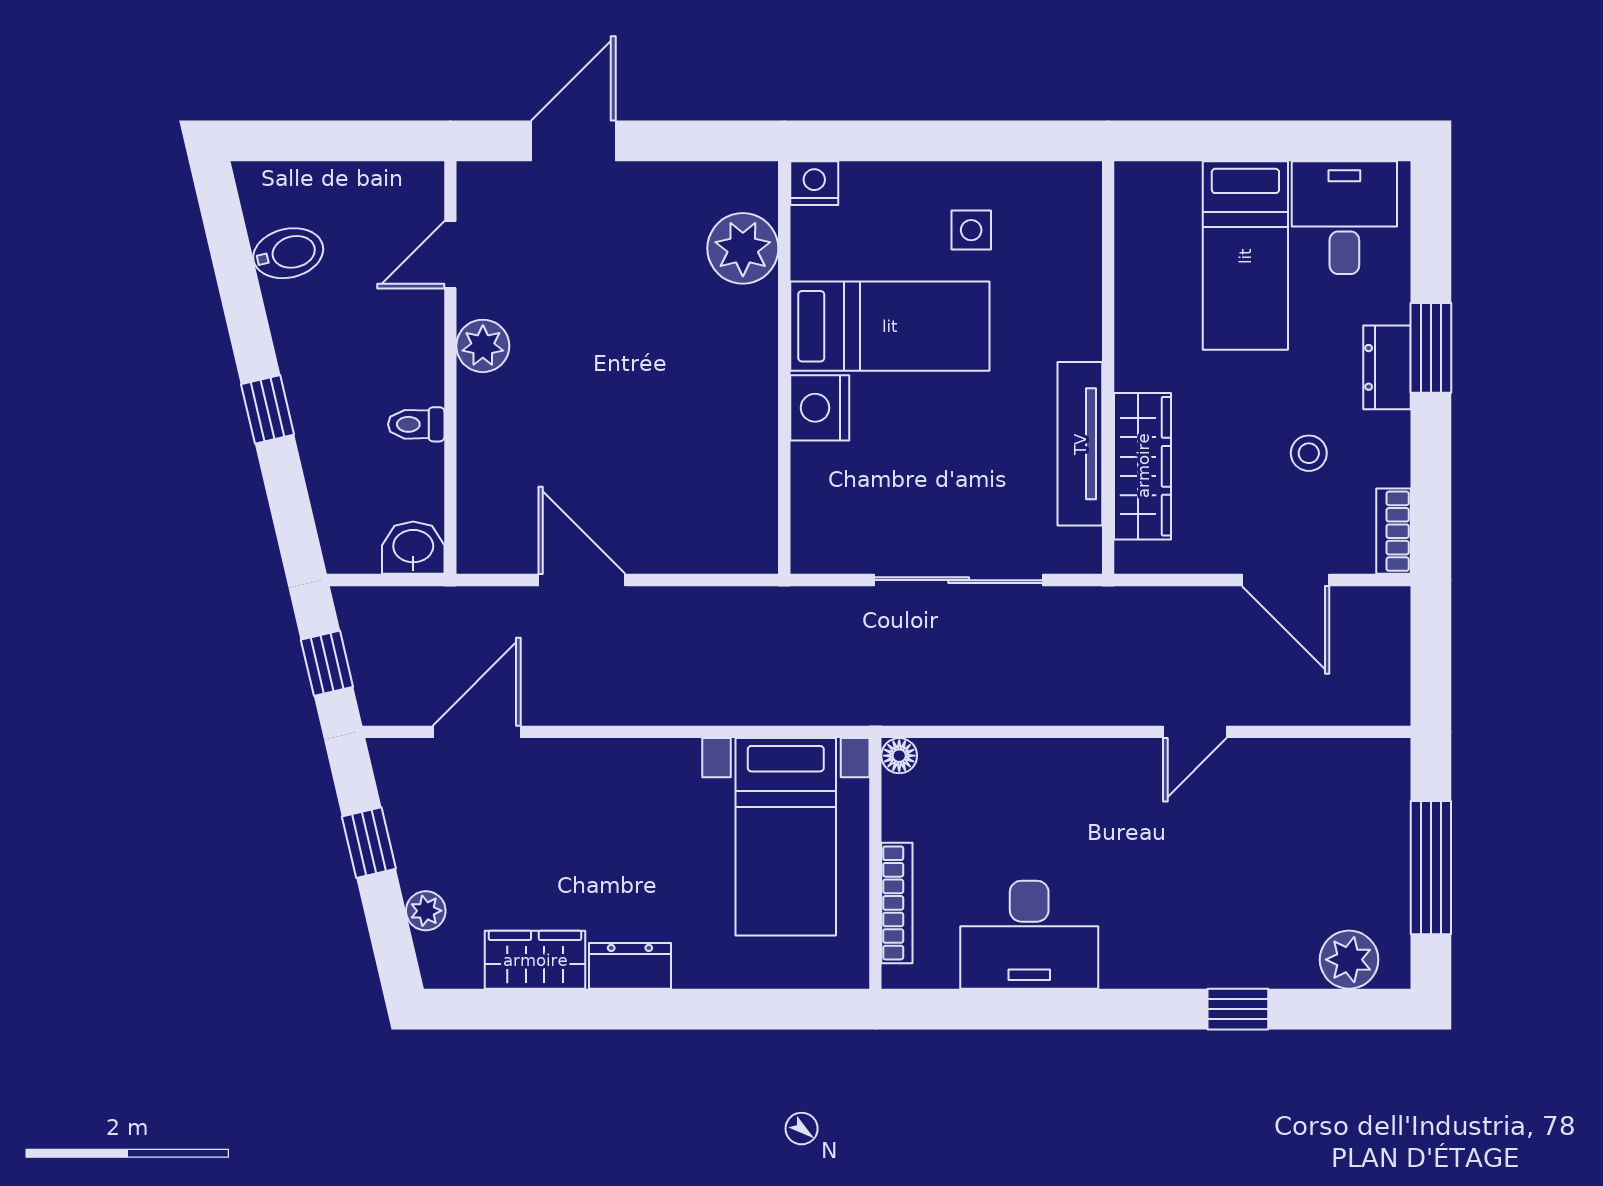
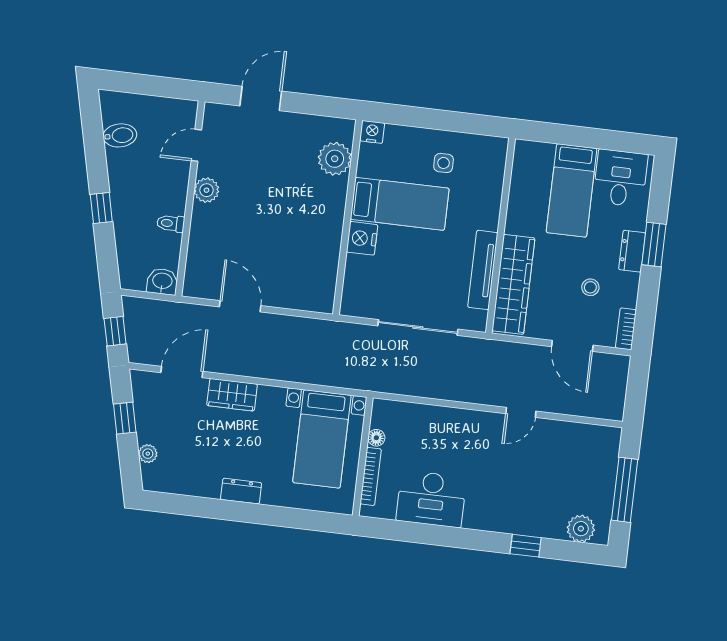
wardrobe: (1143, 466) -> (513, 284), width x1.40, depth x1.17
floor lamp: (899, 756) -> (376, 438), moved
wardrobe: (535, 960) -> (232, 395), moved, turned 180

